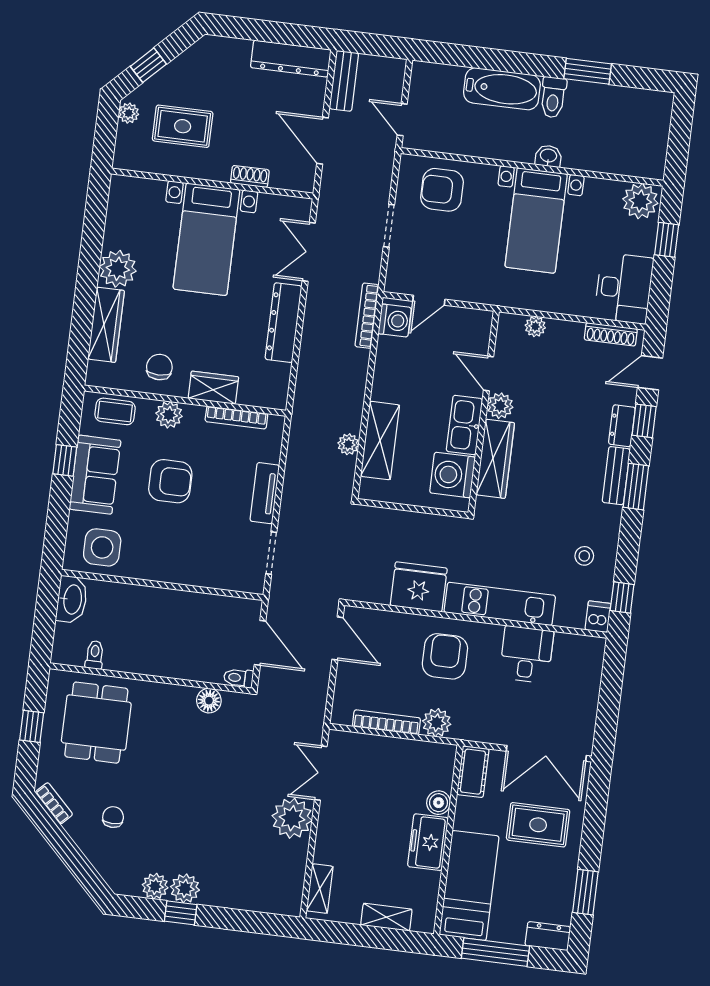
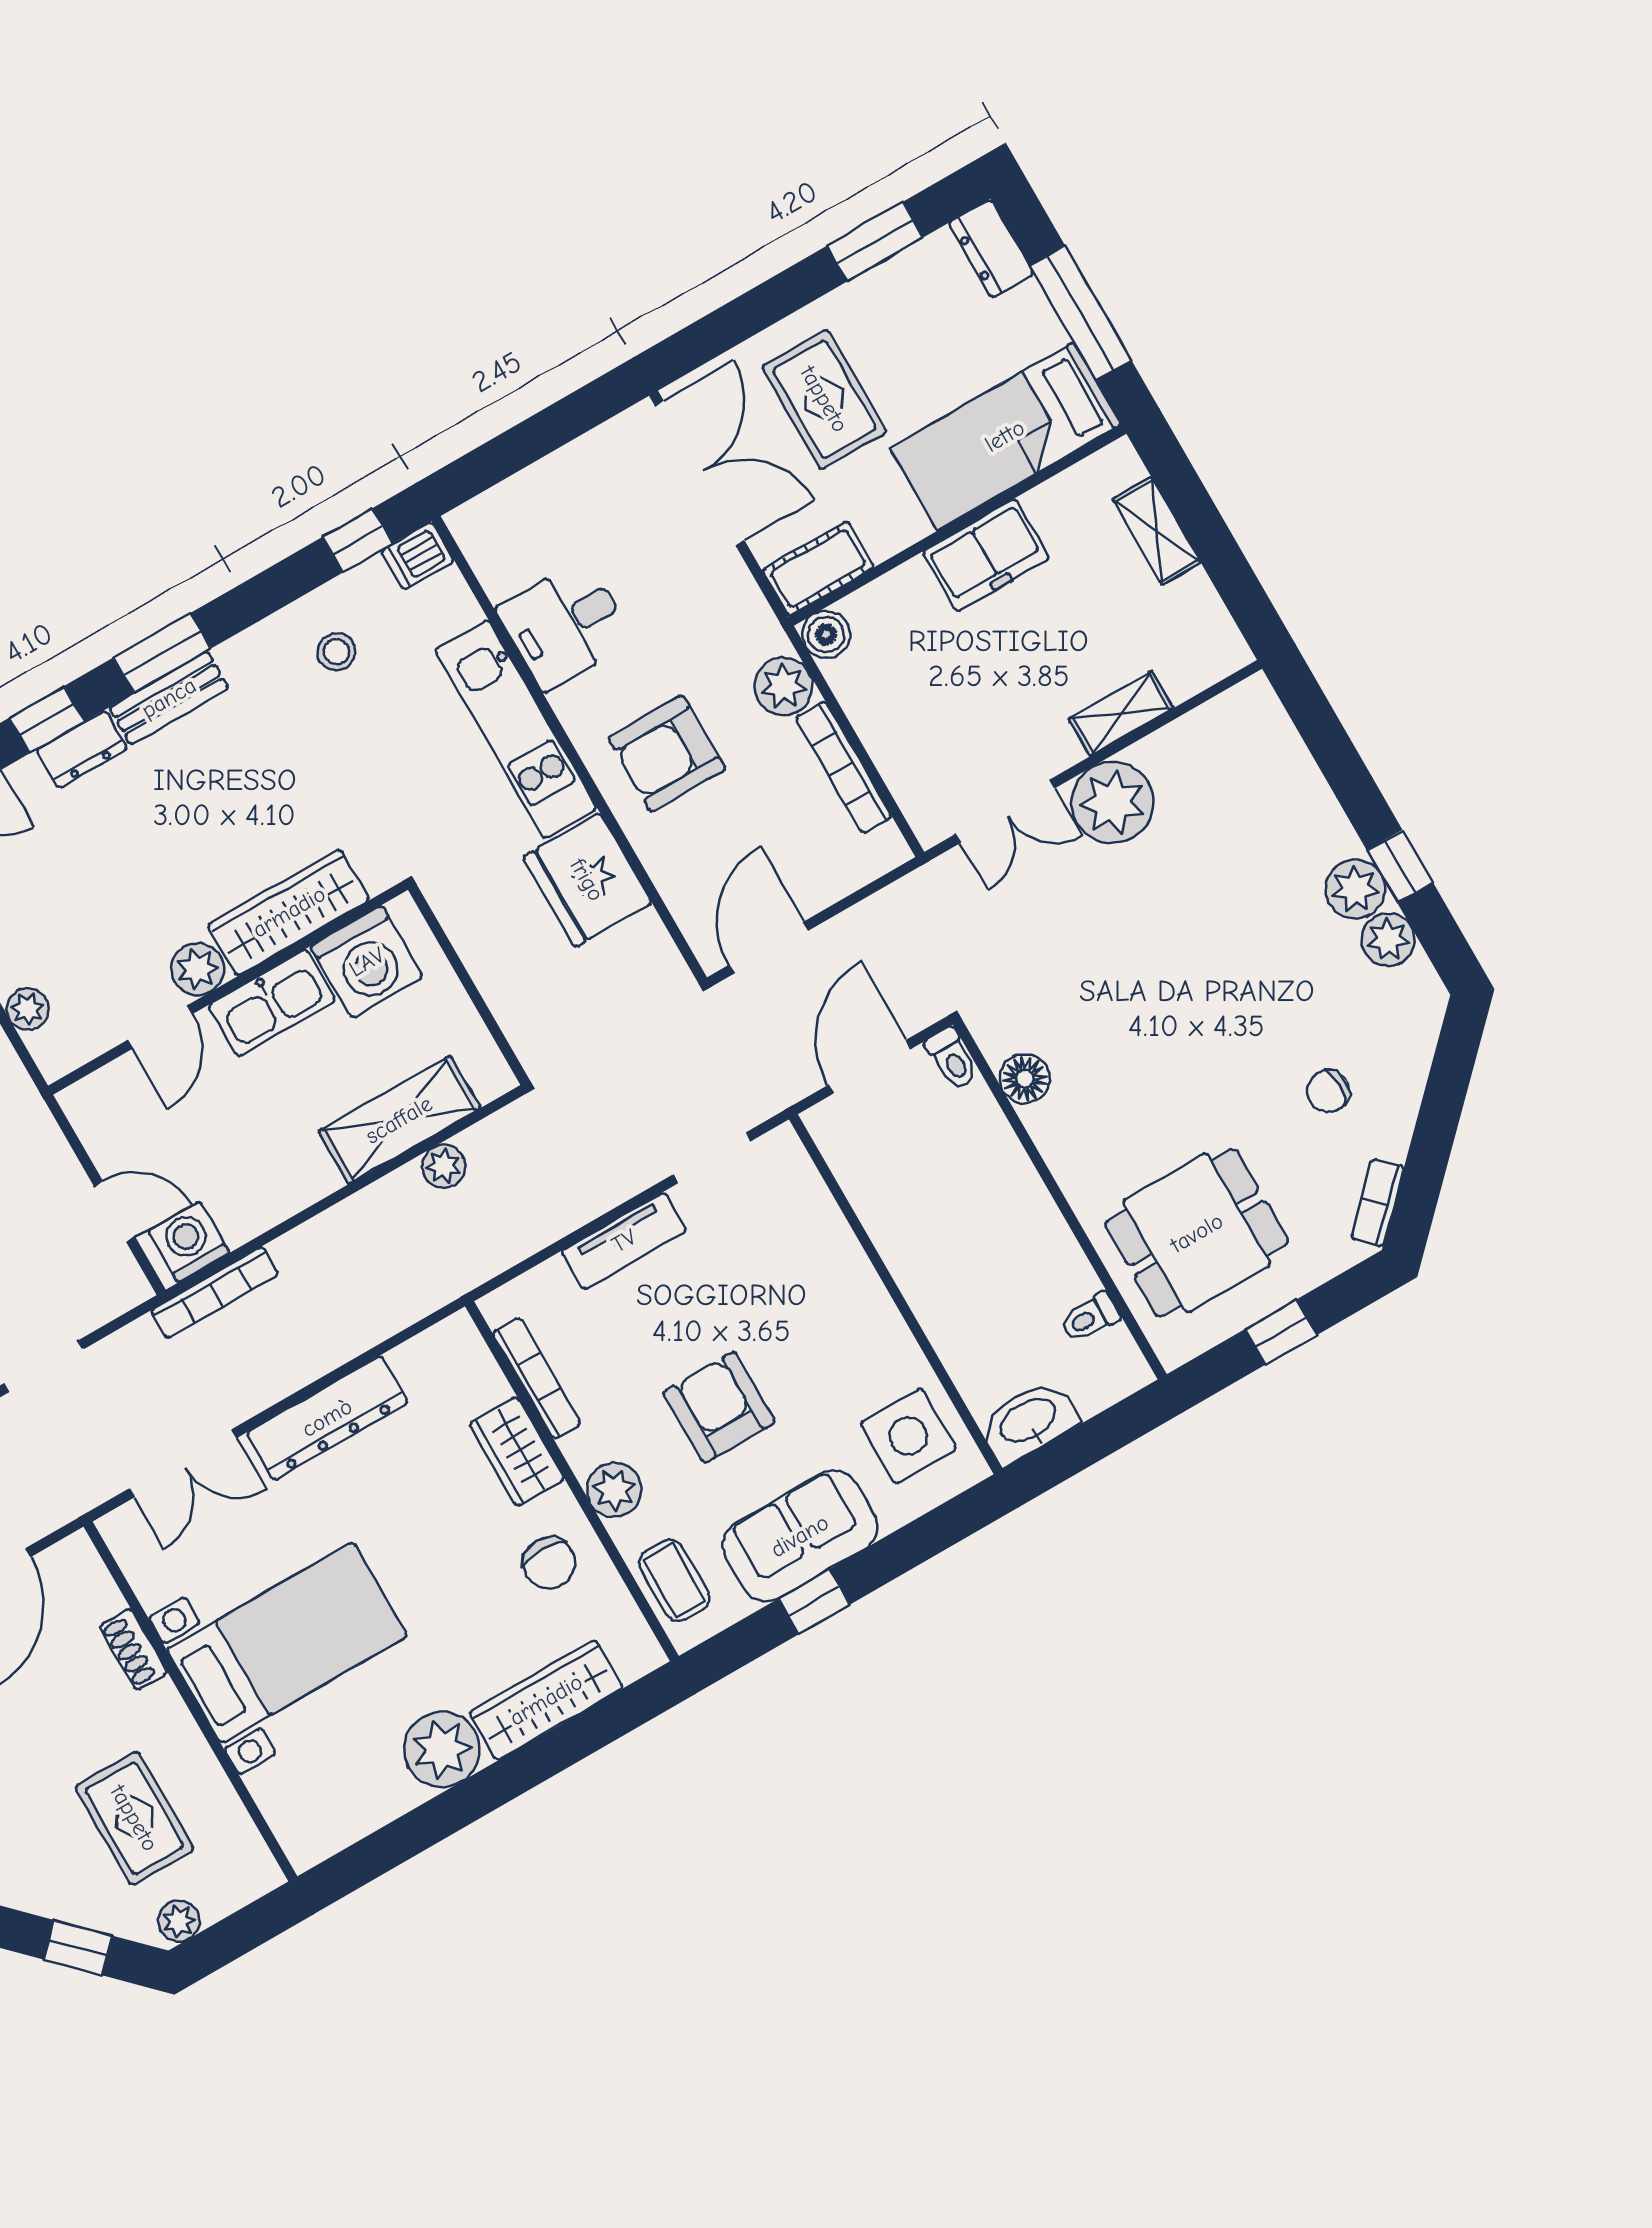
chair: (159, 367) -> (549, 1563), turned -90
boiler: (439, 803) -> (826, 634), moved
shelving: (320, 889) -> (1121, 713), moved

